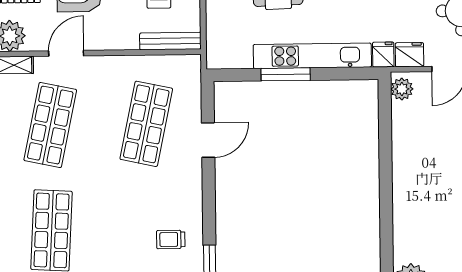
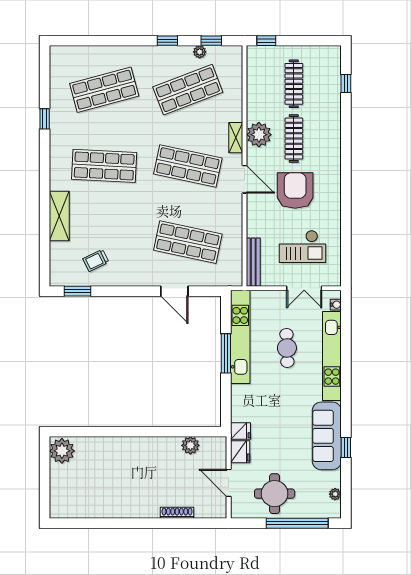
kitchen unit: (312, 56) -> (240, 337), moved
plant: (402, 89) -> (190, 445), moved
trolley: (171, 239) -> (96, 260), turned -116

